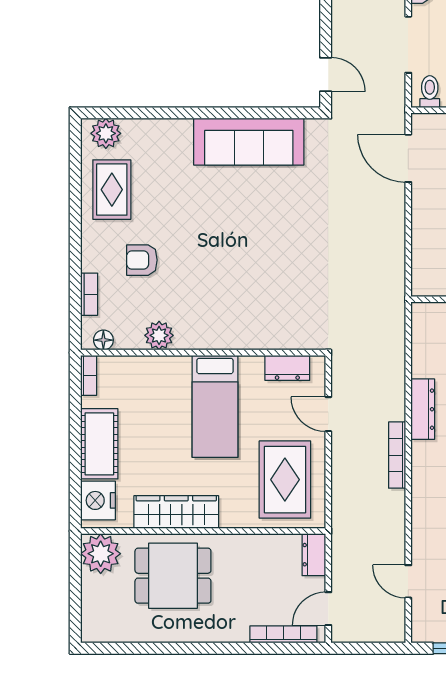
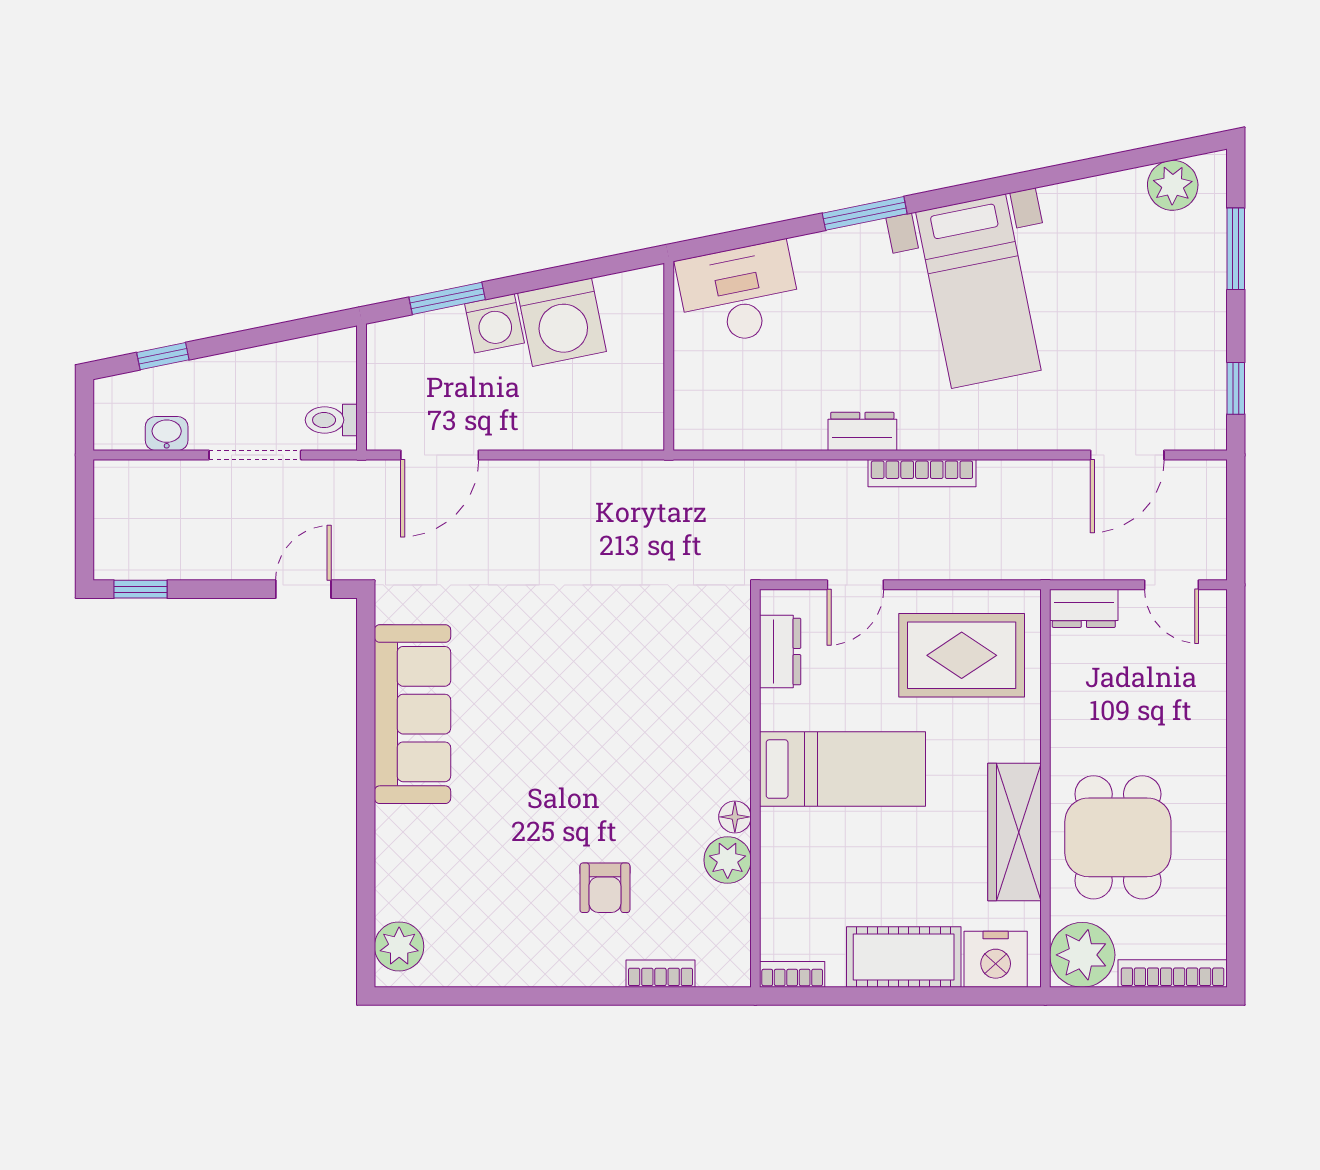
rug: (112, 190) -> (490, 937), removed
floor lamp: (103, 340) -> (735, 817), moved
dresser: (423, 409) -> (862, 431), width x0.70
door: (408, 581) -> (1127, 455), width x1.38
bookcase: (283, 634) -> (1173, 973), moved, turned 90

